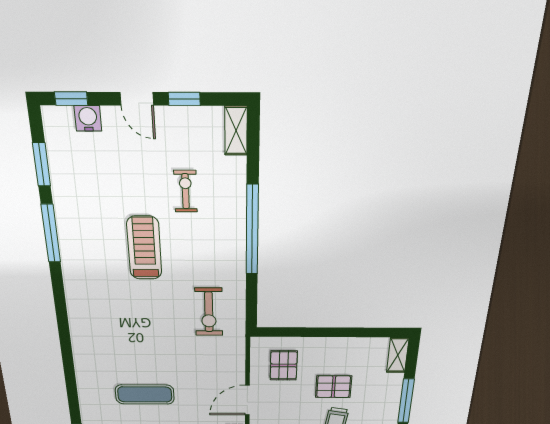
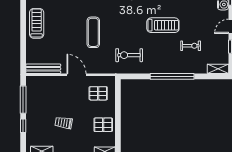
pallet: (334, 387) -> (103, 125), moved, turned 90
exercise mat: (145, 394) -> (93, 32), moved

